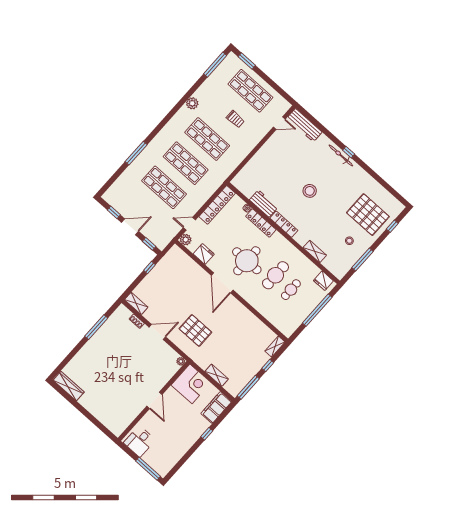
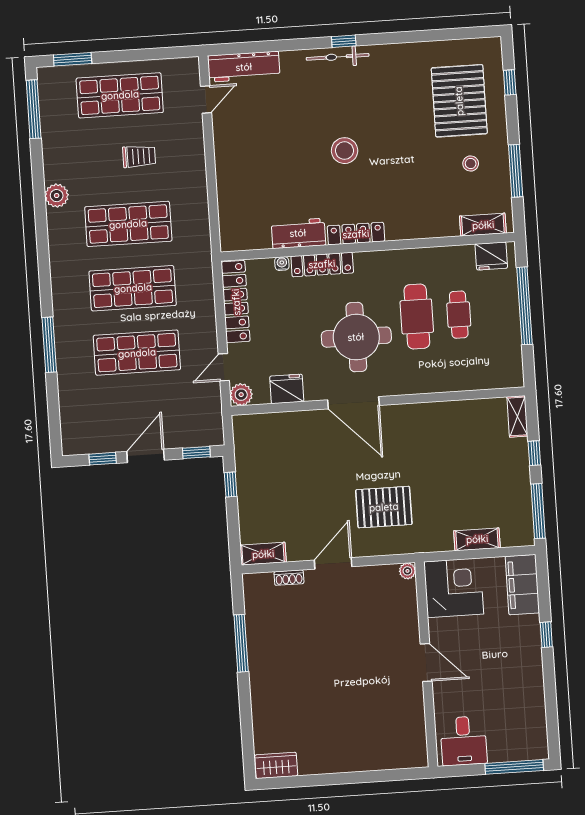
pallet: (368, 215) -> (459, 101), turned 90
shelving: (315, 251) -> (483, 225), moved
wardrobe: (69, 386) -> (276, 765), width x0.67

